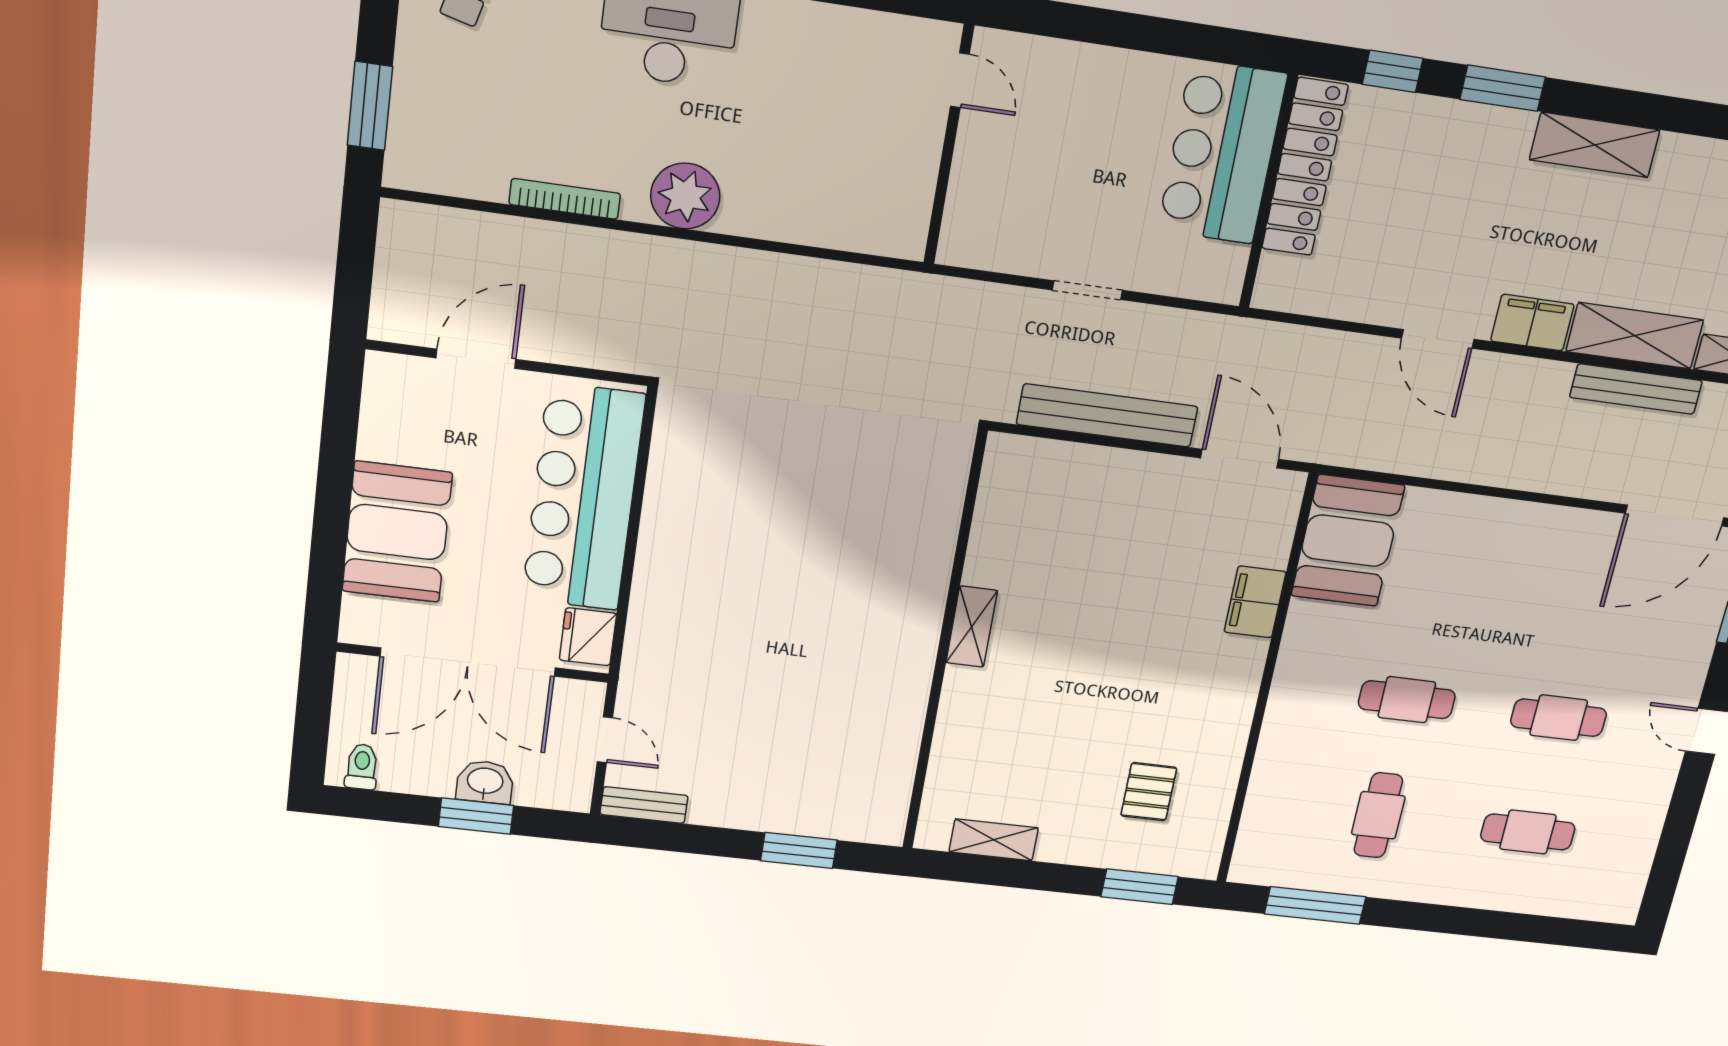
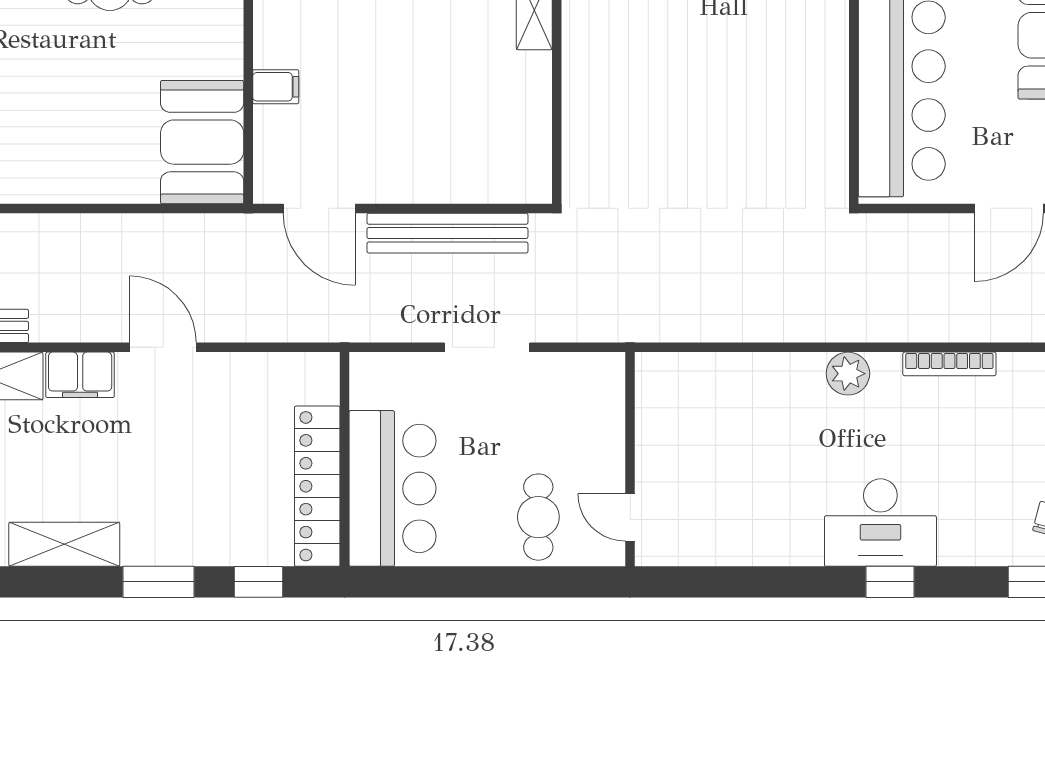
cafe table: (1064, 96) -> (538, 517), added
plant: (685, 196) -> (848, 374), width x0.73, depth x0.73
doorway: (1087, 290) -> (487, 347), width x1.38
filing cabinet: (1255, 602) -> (276, 87), width x0.50

